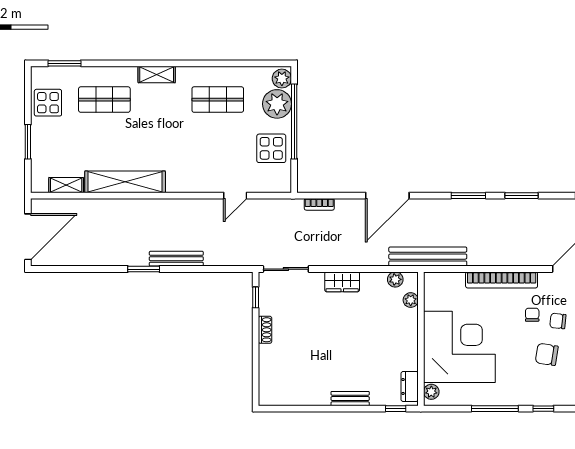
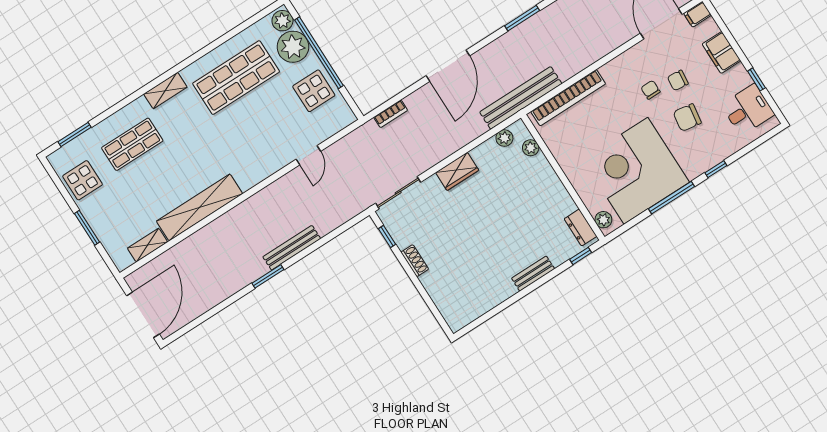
shop shelf: (218, 100) -> (236, 78), width x1.43, depth x1.36
bookcase: (502, 280) -> (568, 98), moved
corner desk: (459, 347) -> (636, 171), moved, turned -90

